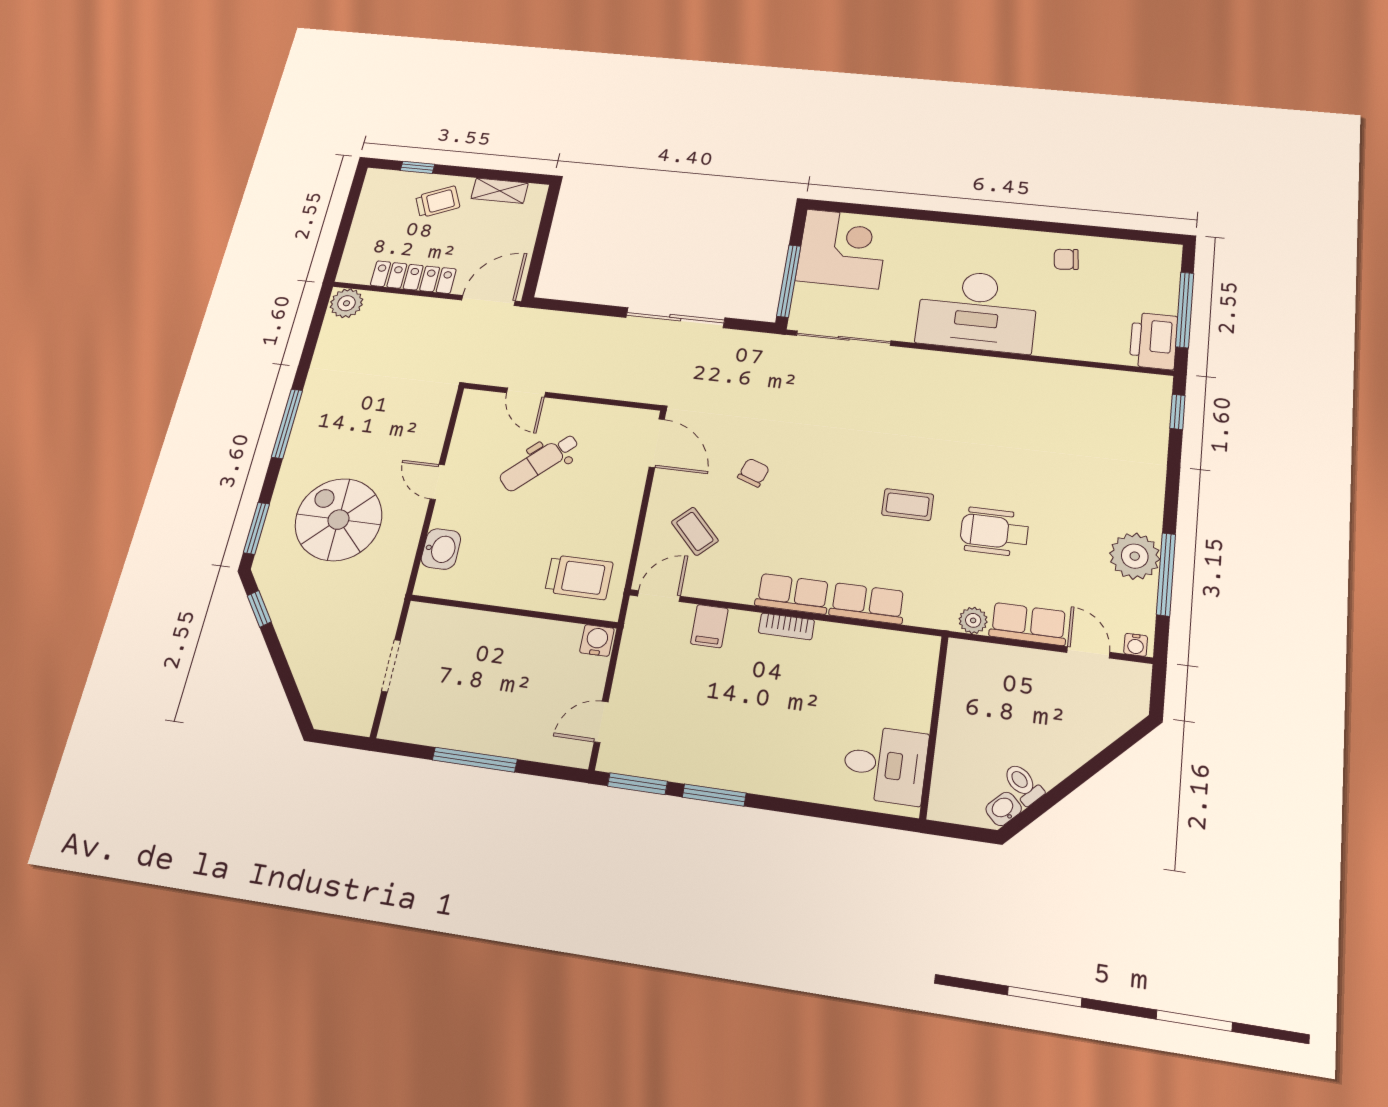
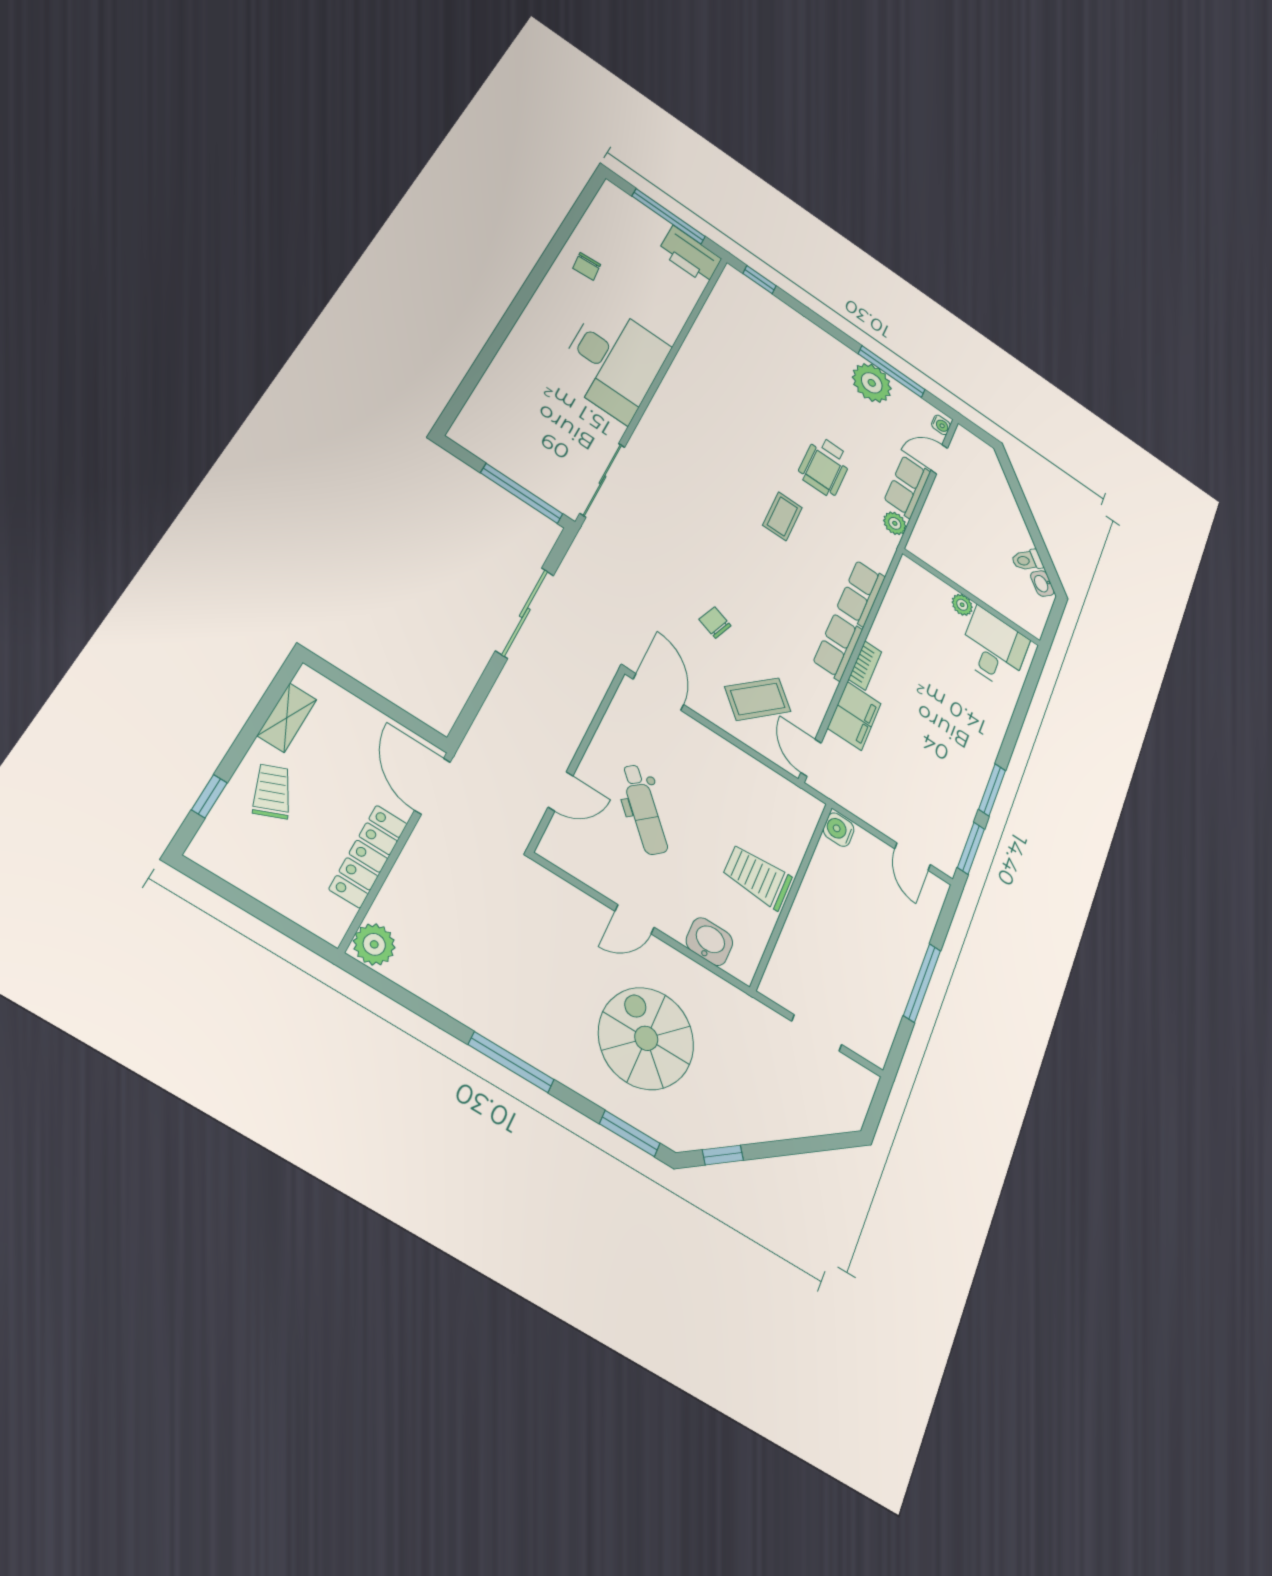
corner desk: (842, 249) -> (504, 430), removed
door: (657, 443) -> (658, 692), hinge flipped
spiral stairs: (338, 520) -> (646, 1038), turned 90
coffee table: (695, 531) -> (758, 699), width x1.36, depth x1.30
trolley: (579, 577) -> (757, 877), moved, turned -90
filing cabinet: (709, 626) -> (854, 716), width x2.00
plant: (918, 717) -> (962, 605), added

